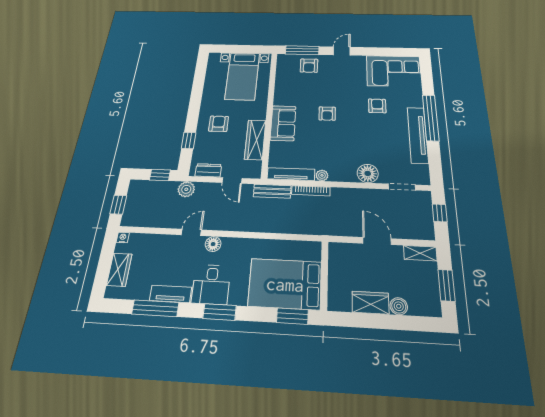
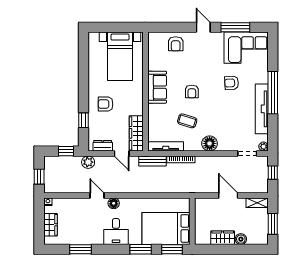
window: (302, 50) -> (235, 27), moved
door: (342, 51) -> (203, 27), hinge flipped
armchair: (377, 106) -> (232, 83), turned -93
sofa: (283, 123) -> (157, 87), moved
armchair: (219, 124) -> (105, 104), turned -90
wardrobe: (255, 140) -> (136, 133), moved
coffee table: (320, 145) -> (187, 121), added
floor lamp: (368, 173) -> (210, 143), moved
plant: (322, 175) -> (264, 147), moved
door: (191, 232) -> (97, 196), hinge flipped
tv unit: (171, 294) -> (89, 239), removed
window: (155, 308) -> (80, 249), width x0.69
window: (220, 312) -> (141, 249), moved

